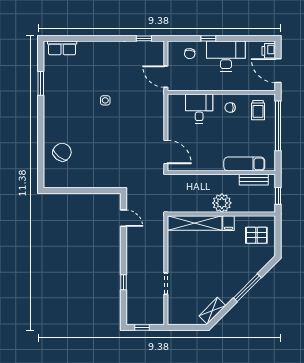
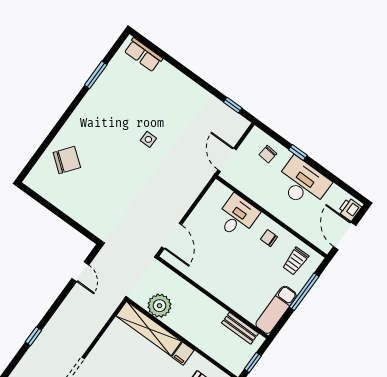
window: (278, 126) -> (304, 292), width x0.68
exam couch: (244, 164) -> (276, 310), moved, turned -90
plant: (222, 203) -> (159, 306), moved

